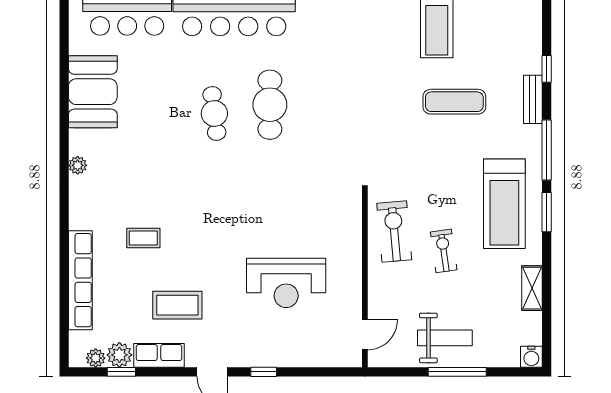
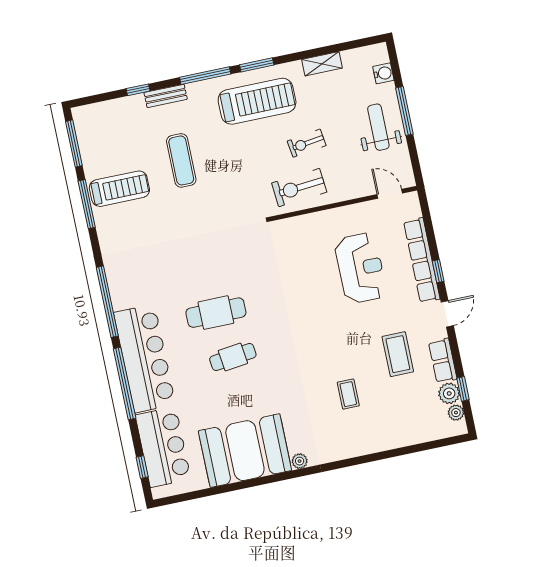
booth: (93, 92) -> (245, 451), width x1.36, depth x1.42
row of seats: (80, 280) -> (422, 260), moved, turned -90
water cooler: (531, 357) -> (383, 73), moved

